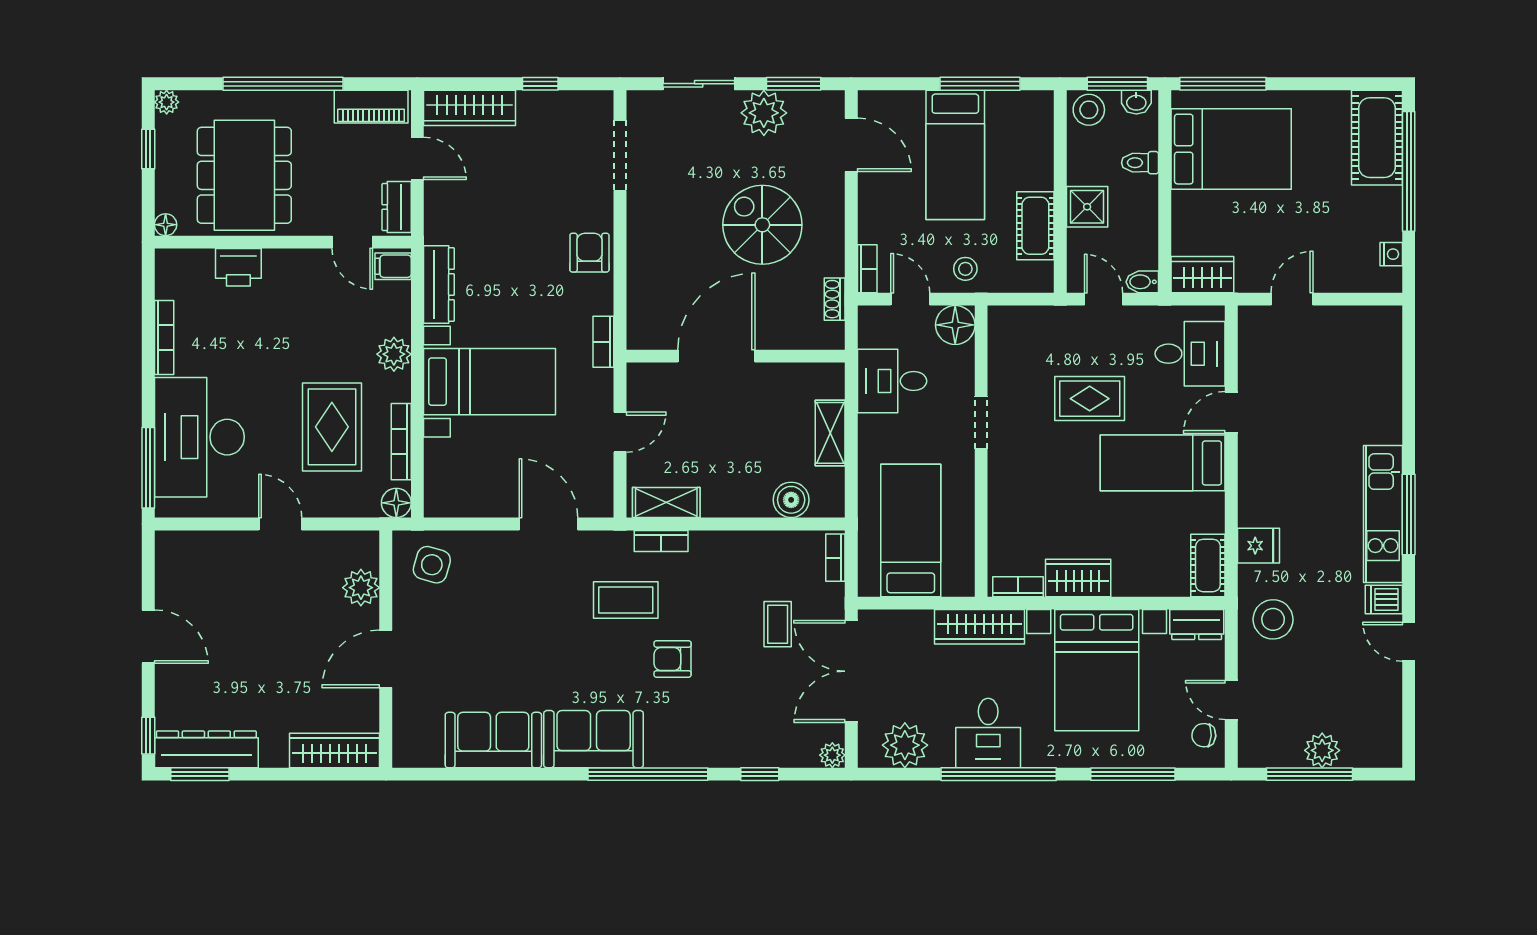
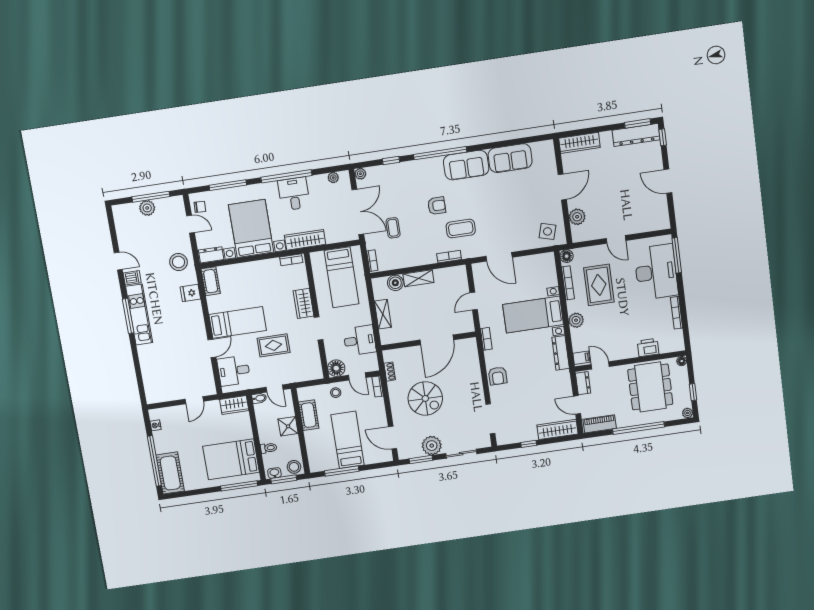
shelving: (666, 503) -> (418, 278), moved
wardrobe: (1078, 578) -> (303, 303), moved, turned 90
plant: (905, 745) -> (333, 178), width x0.53, depth x0.53

